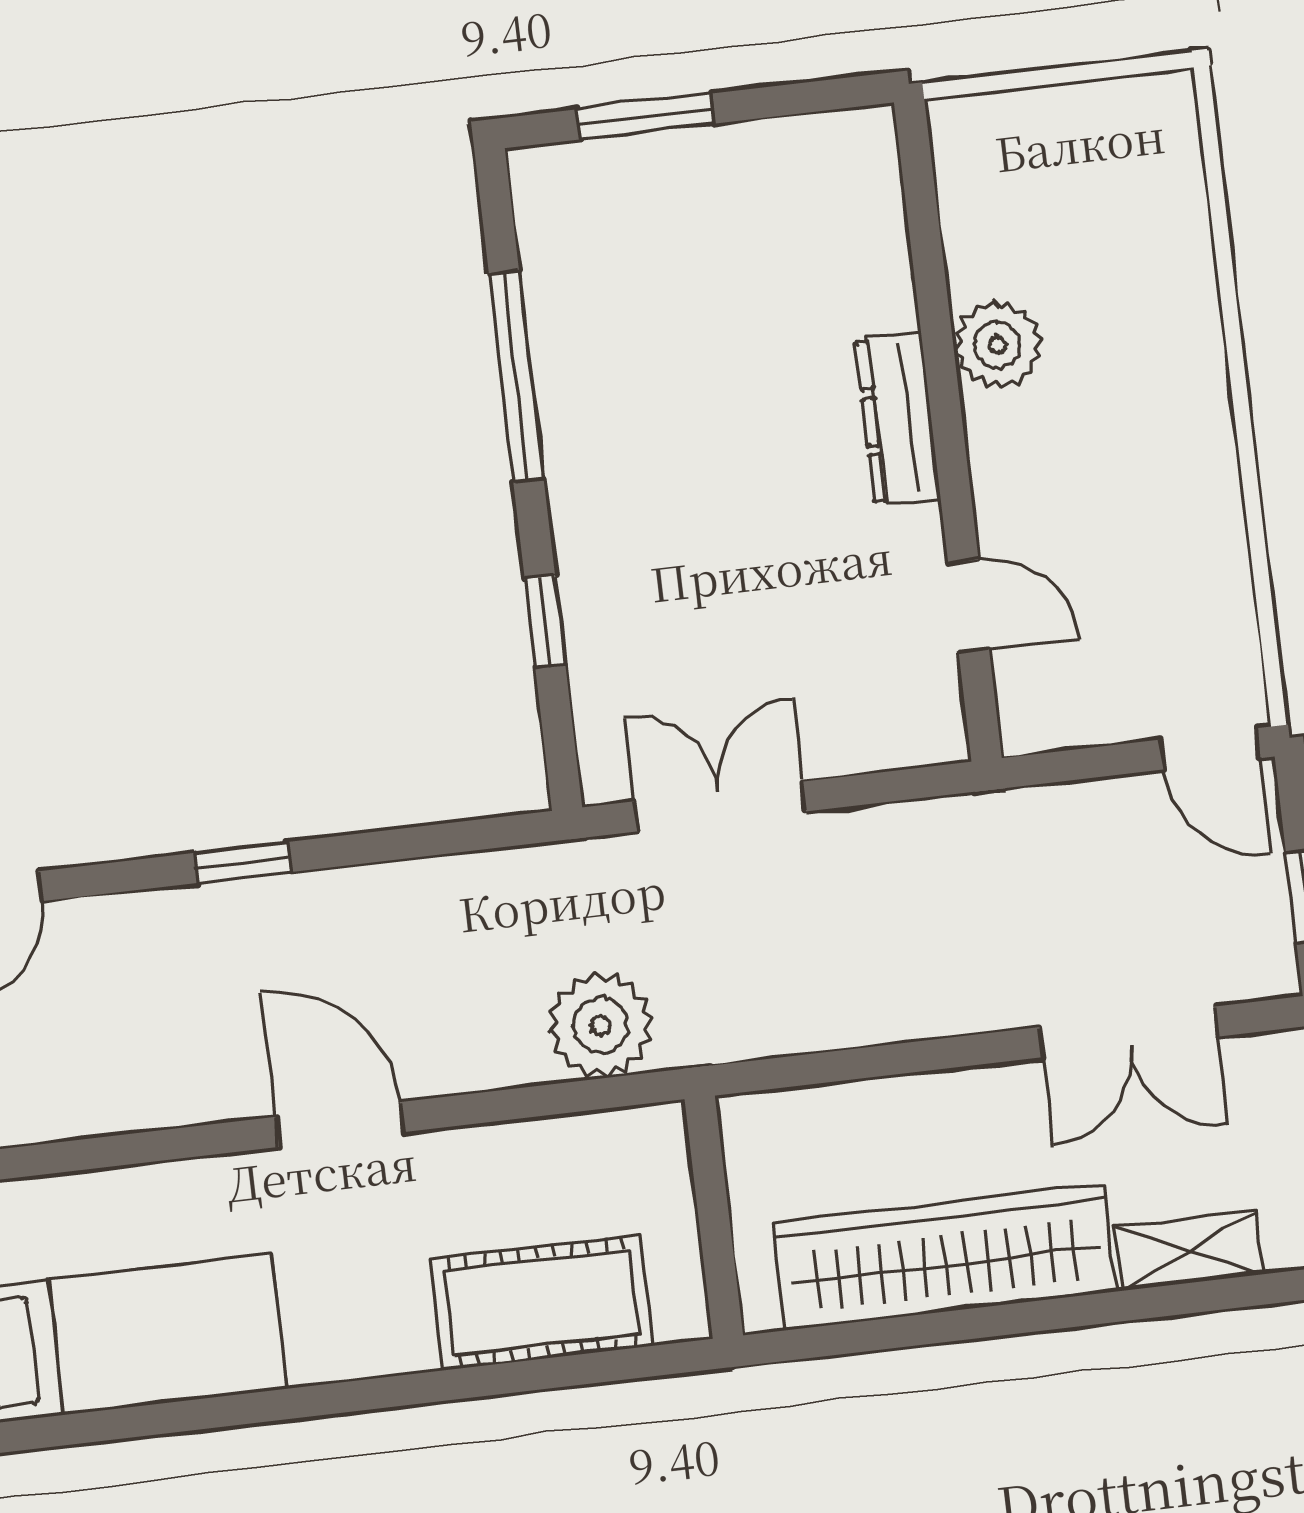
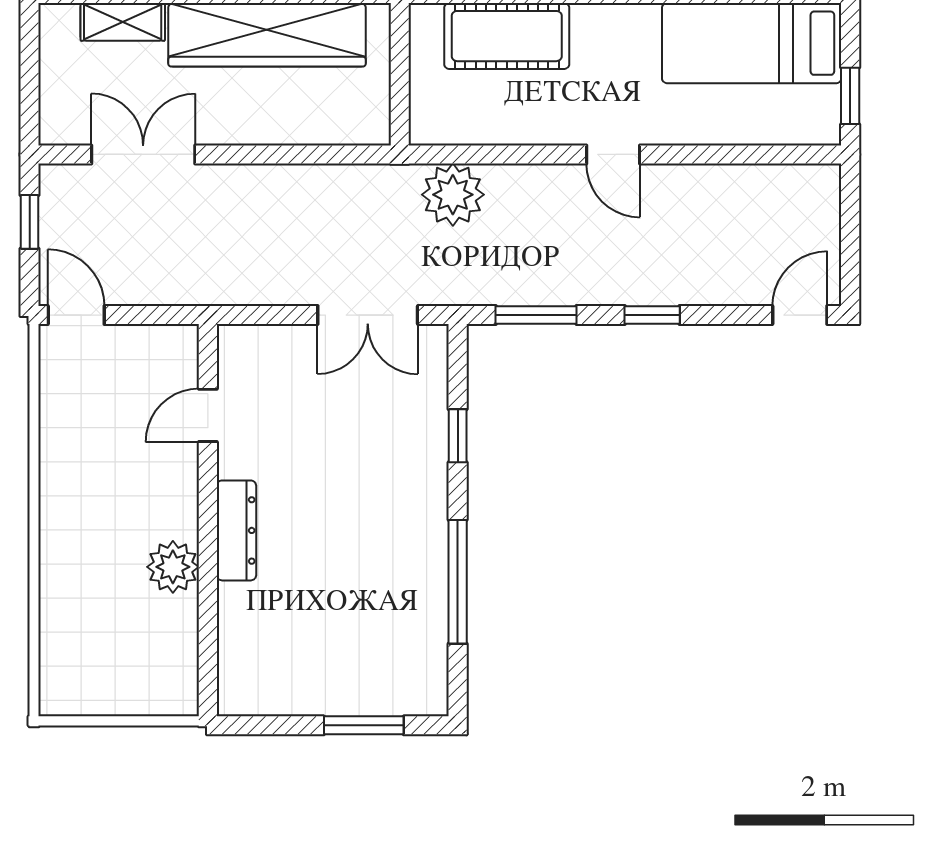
door: (969, 606) -> (208, 415), hinge flipped
window: (437, 840) -> (536, 315), added
door: (339, 1125) -> (613, 154), width x0.73

